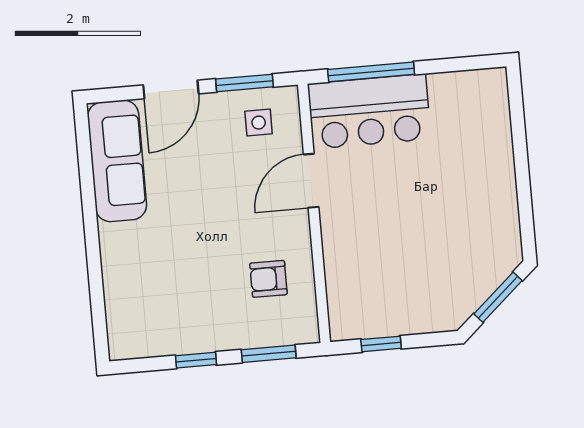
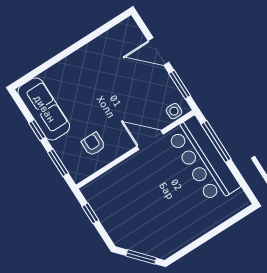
bar counter: (369, 111) -> (203, 160), width x1.36
side table: (259, 123) -> (174, 111), moved
sofa: (117, 161) -> (44, 109), moved, turned -90

